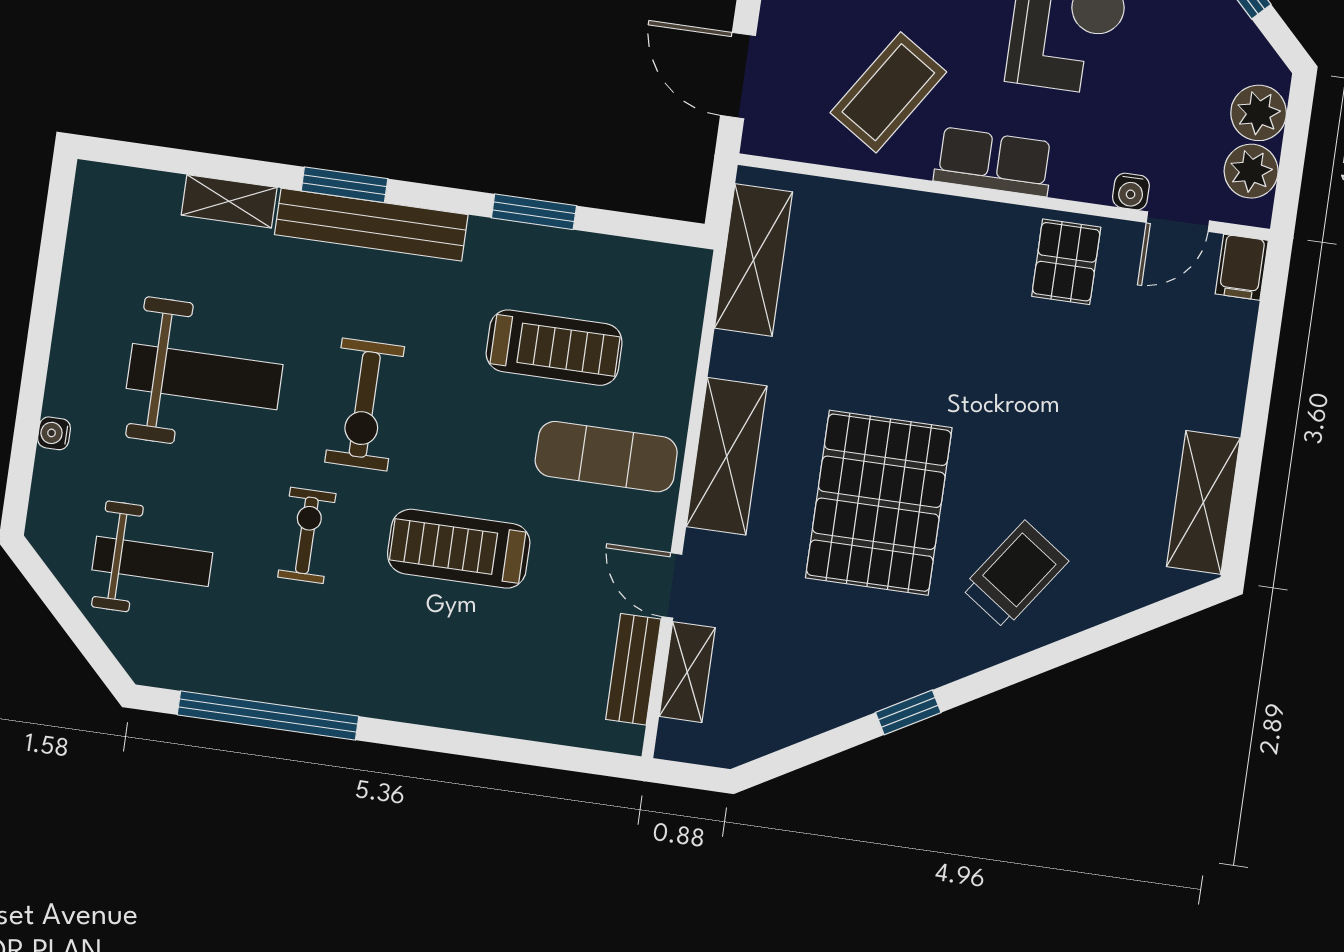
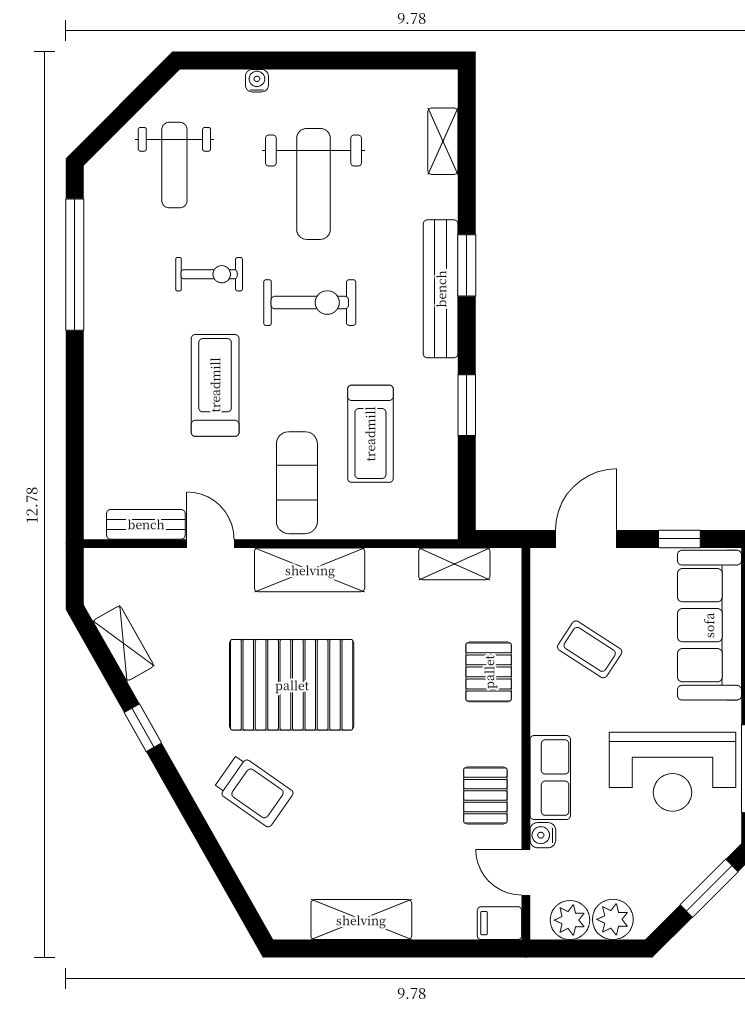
coffee table: (888, 92) -> (590, 649), width x0.73, depth x0.77
row of seats: (994, 162) -> (550, 778), moved
shelving: (229, 201) -> (443, 141), moved
pallet: (899, 234) -> (489, 672), added
shelving: (754, 260) -> (454, 564), width x0.67, depth x0.75
pallet: (1066, 262) -> (485, 796), turned 90
exercise bike: (365, 404) -> (310, 303), turned 180
shelving: (1203, 502) -> (361, 920), moved
door: (672, 585) -> (210, 544), hinge flipped
shelving: (687, 672) -> (123, 643), moved, turned 60

